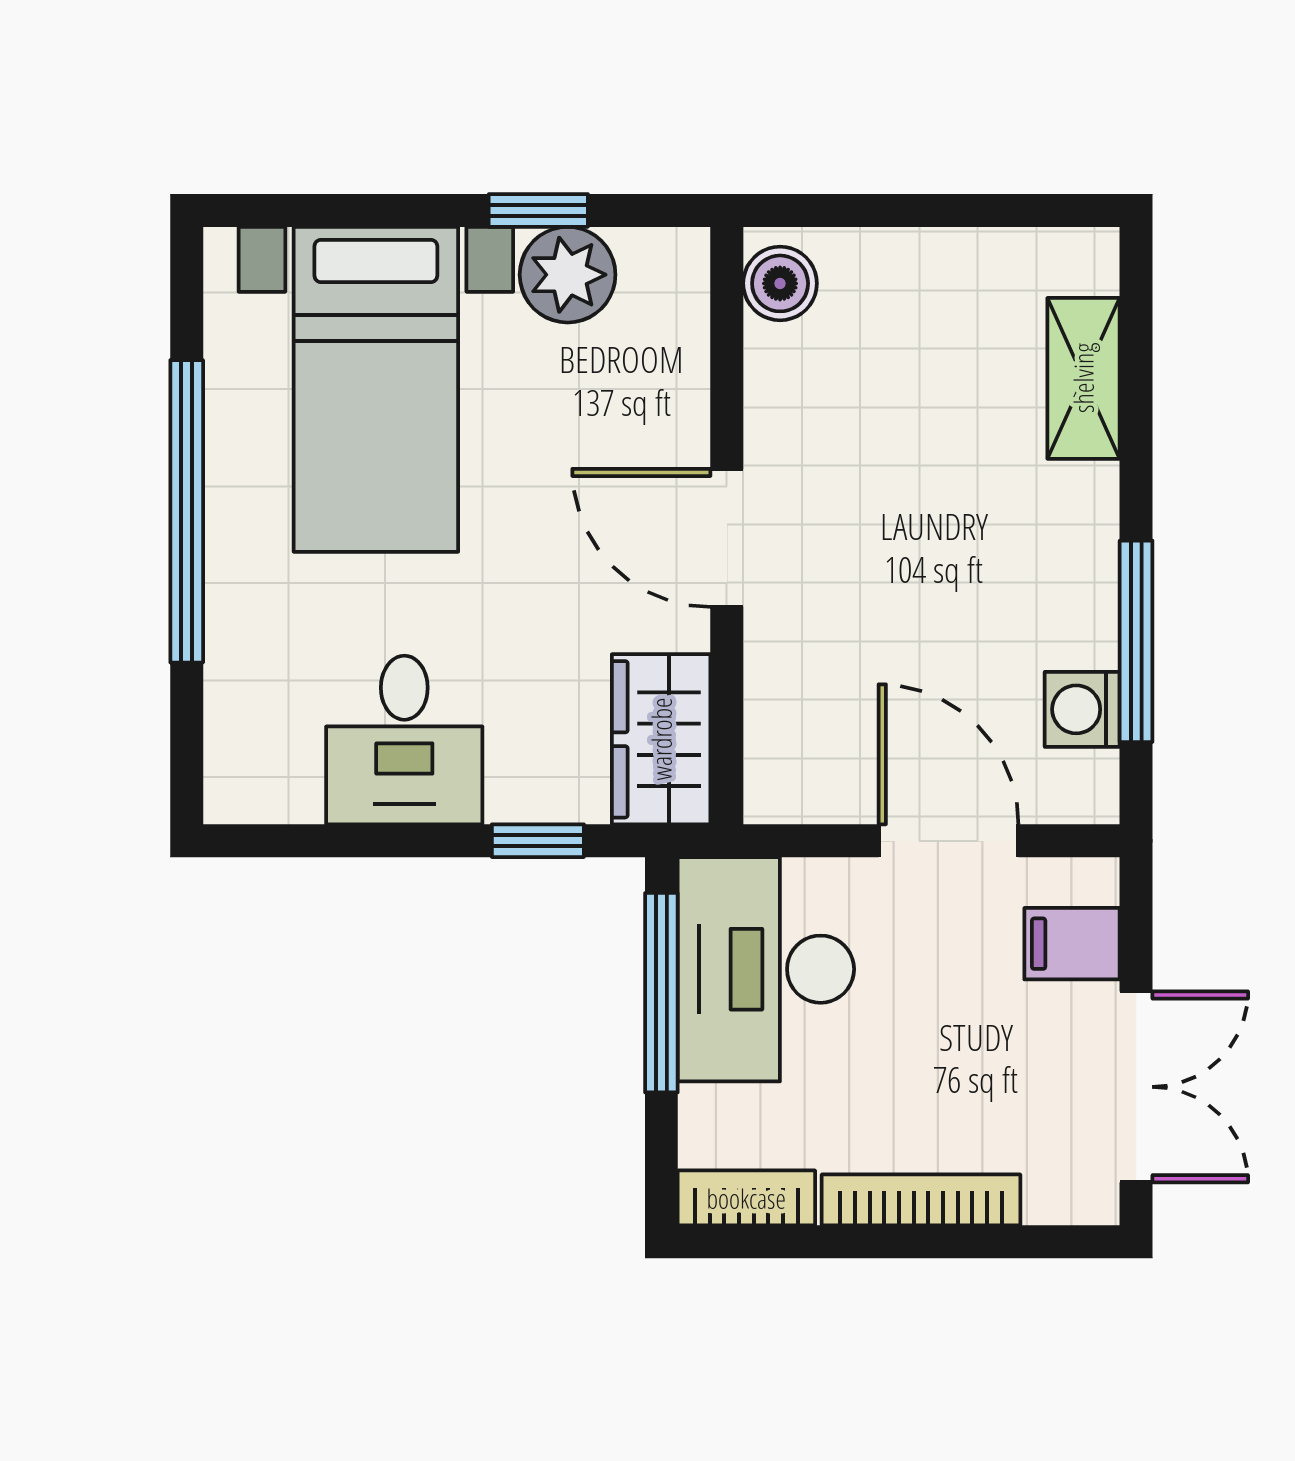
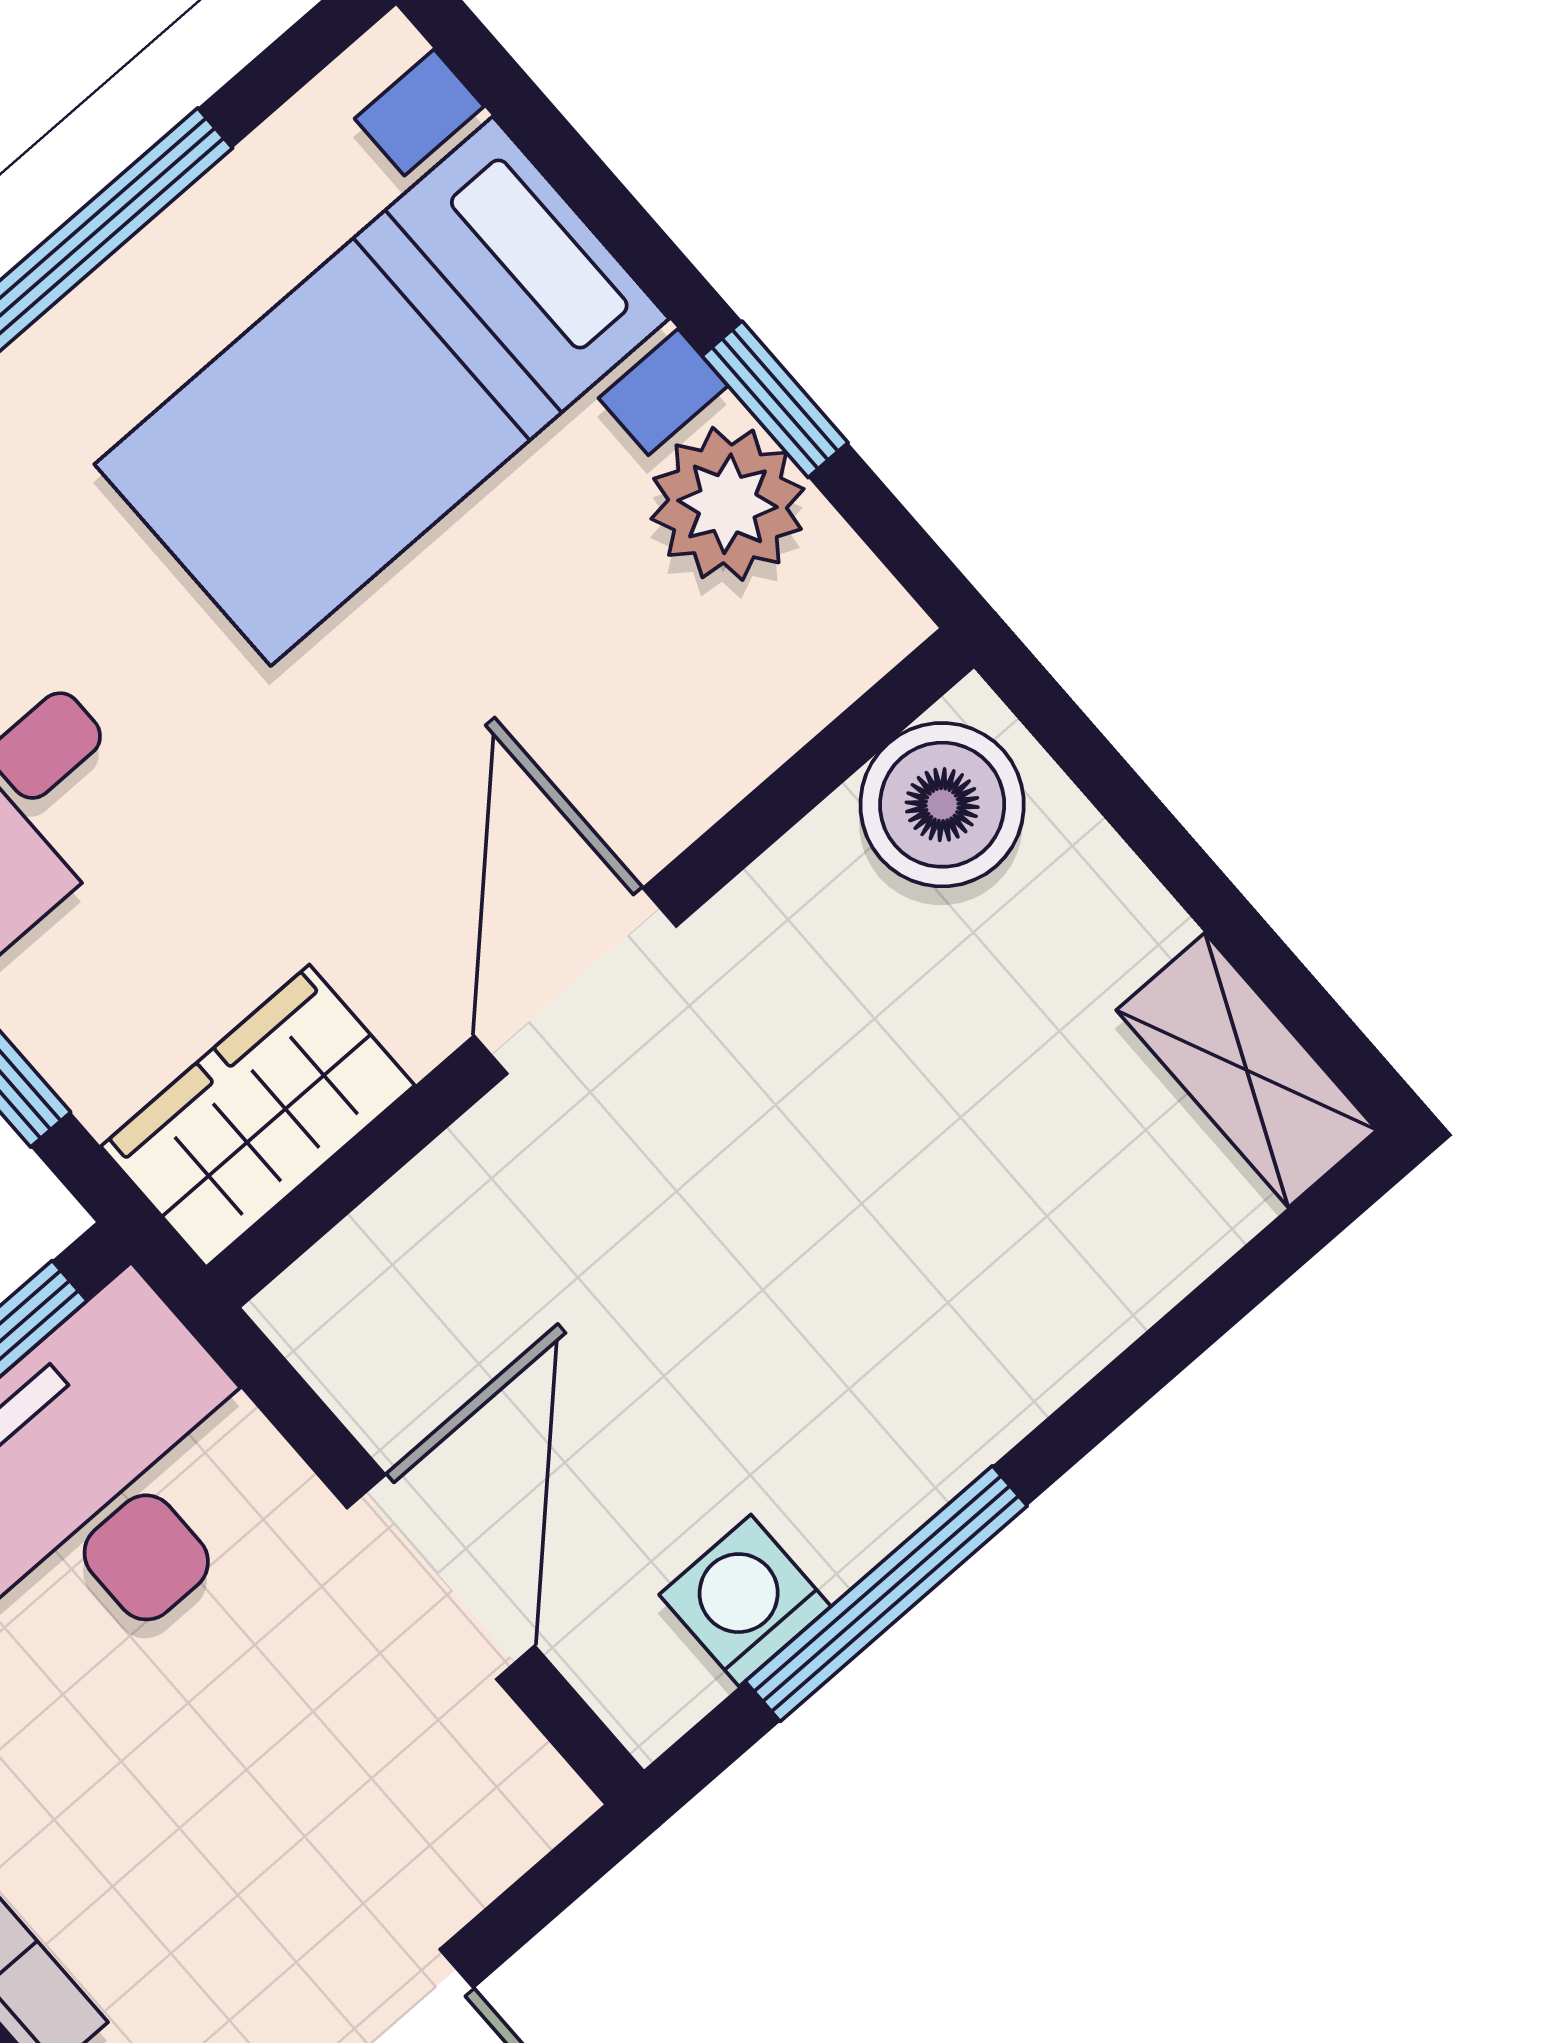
boiler: (780, 283) -> (942, 805), width x1.36, depth x1.36
shelving: (1083, 378) -> (1247, 1070), moved, turned 90
filing cabinet: (1072, 944) -> (447, 1839), removed

